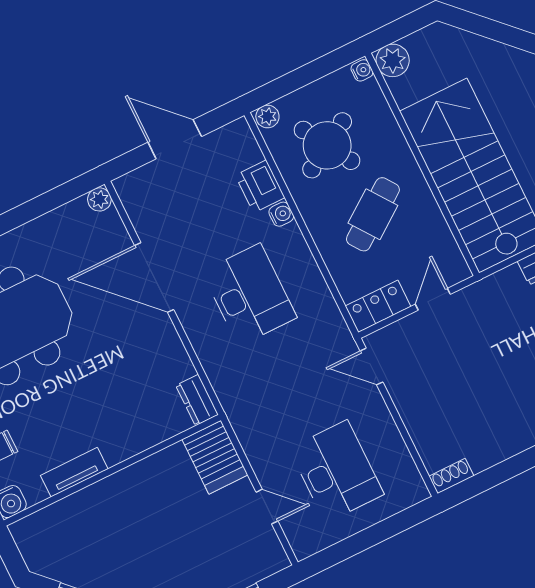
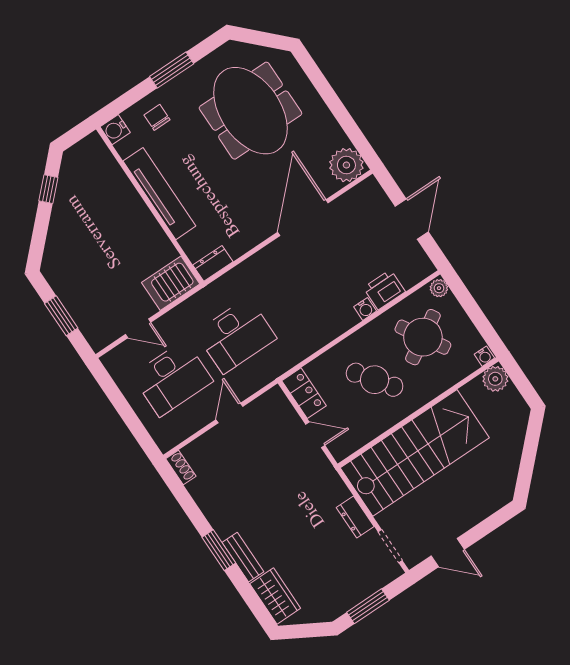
plant: (99, 199) -> (346, 165), width x1.88, depth x1.88
desk: (249, 295) -> (236, 336), moved
door: (371, 367) -> (229, 413), moved
tv unit: (74, 472) -> (159, 194), width x1.92, depth x1.29
door: (267, 507) -> (138, 328), hinge flipped

